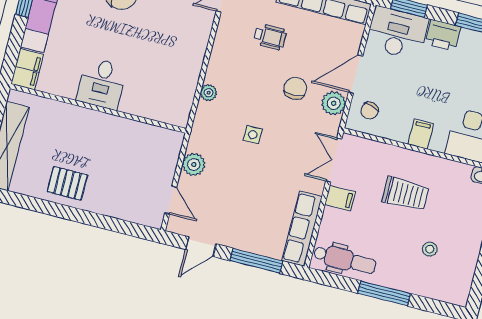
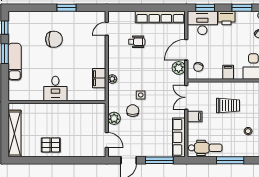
filing cabinet: (27, 69) -> (99, 78), moved, turned 180
chair: (295, 88) -> (133, 111), moved

